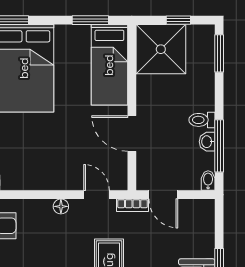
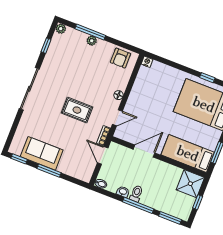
shower: (161, 49) -> (190, 184), width x0.73, depth x0.73
window: (219, 146) -> (138, 205), moved
door: (163, 195) -> (103, 155), hinge flipped

